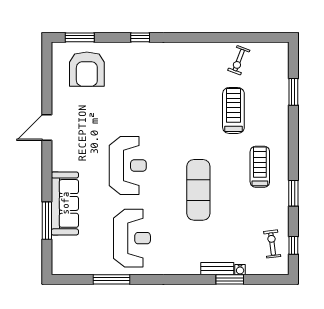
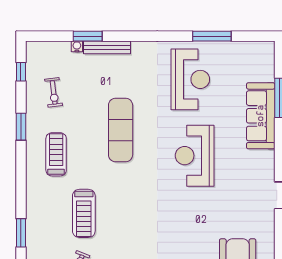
treadmill: (260, 167) -> (56, 154), turned 180
reception desk: (132, 238) -> (190, 79), turned 180
exercise bike: (272, 244) -> (54, 92), moved
bench: (217, 269) -> (107, 47), width x1.36

